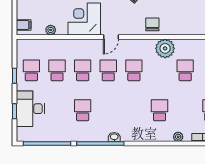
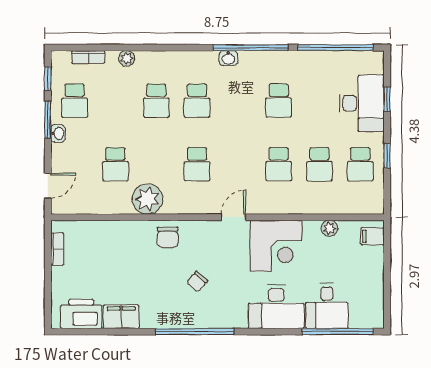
school desk: (108, 70) -> (197, 101), moved

